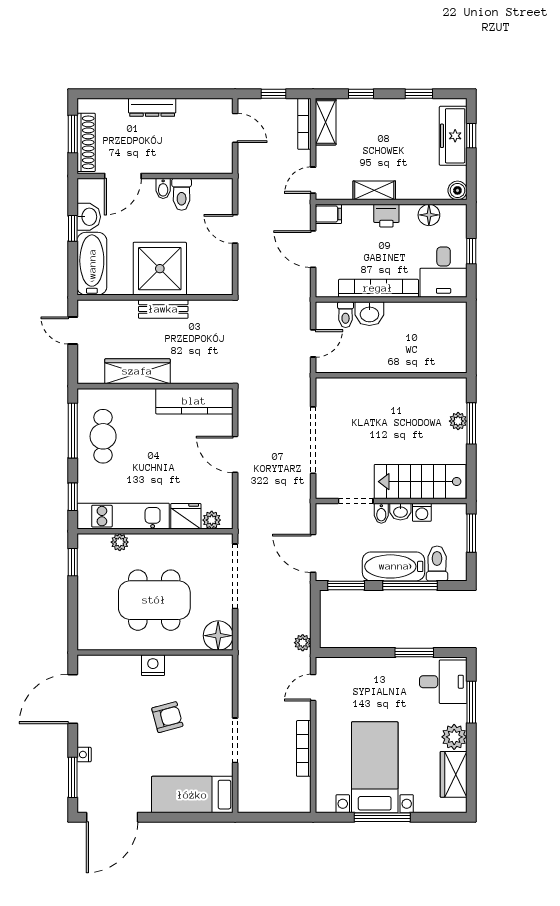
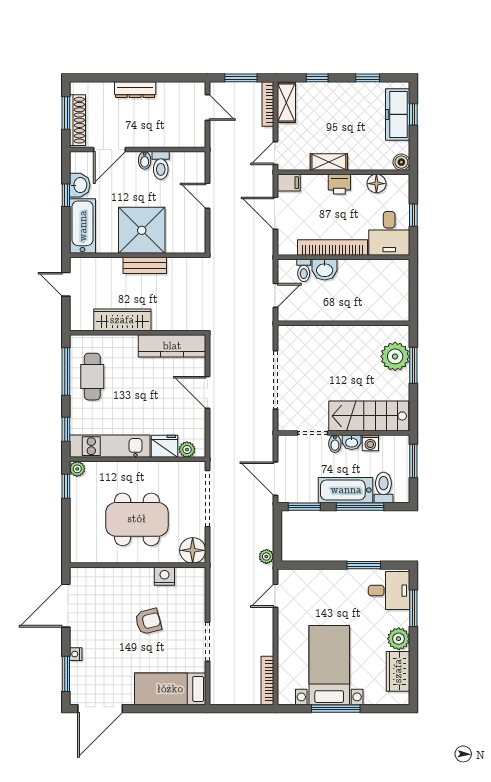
window: (274, 94) -> (241, 78), width x1.50
plant: (458, 421) -> (395, 356), width x1.88, depth x1.88
plant: (120, 542) -> (77, 469), moved
nightstand: (153, 665) -> (164, 576), moved
bookcase: (304, 748) -> (267, 681), moved

